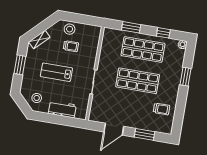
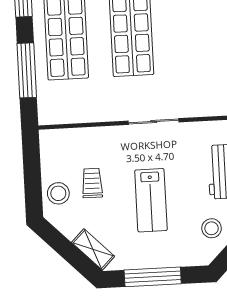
window: (131, 27) -> (27, 70), width x1.44
window: (20, 65) -> (153, 277), width x1.44

